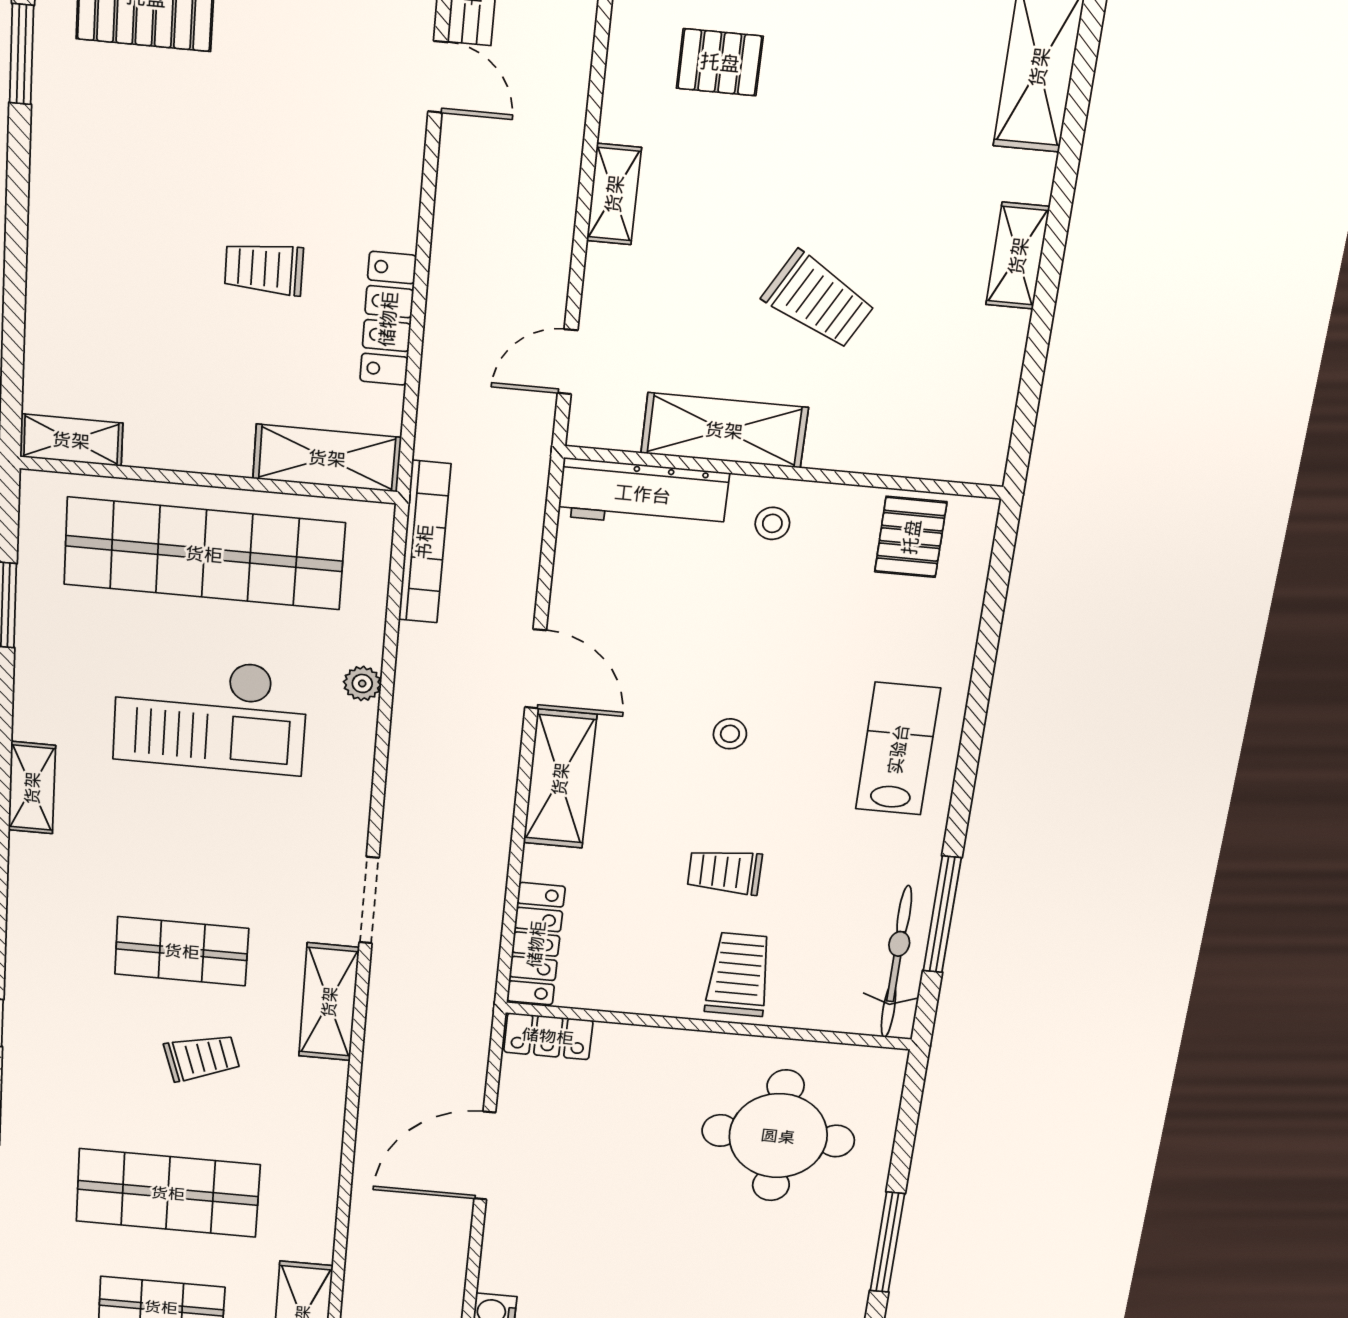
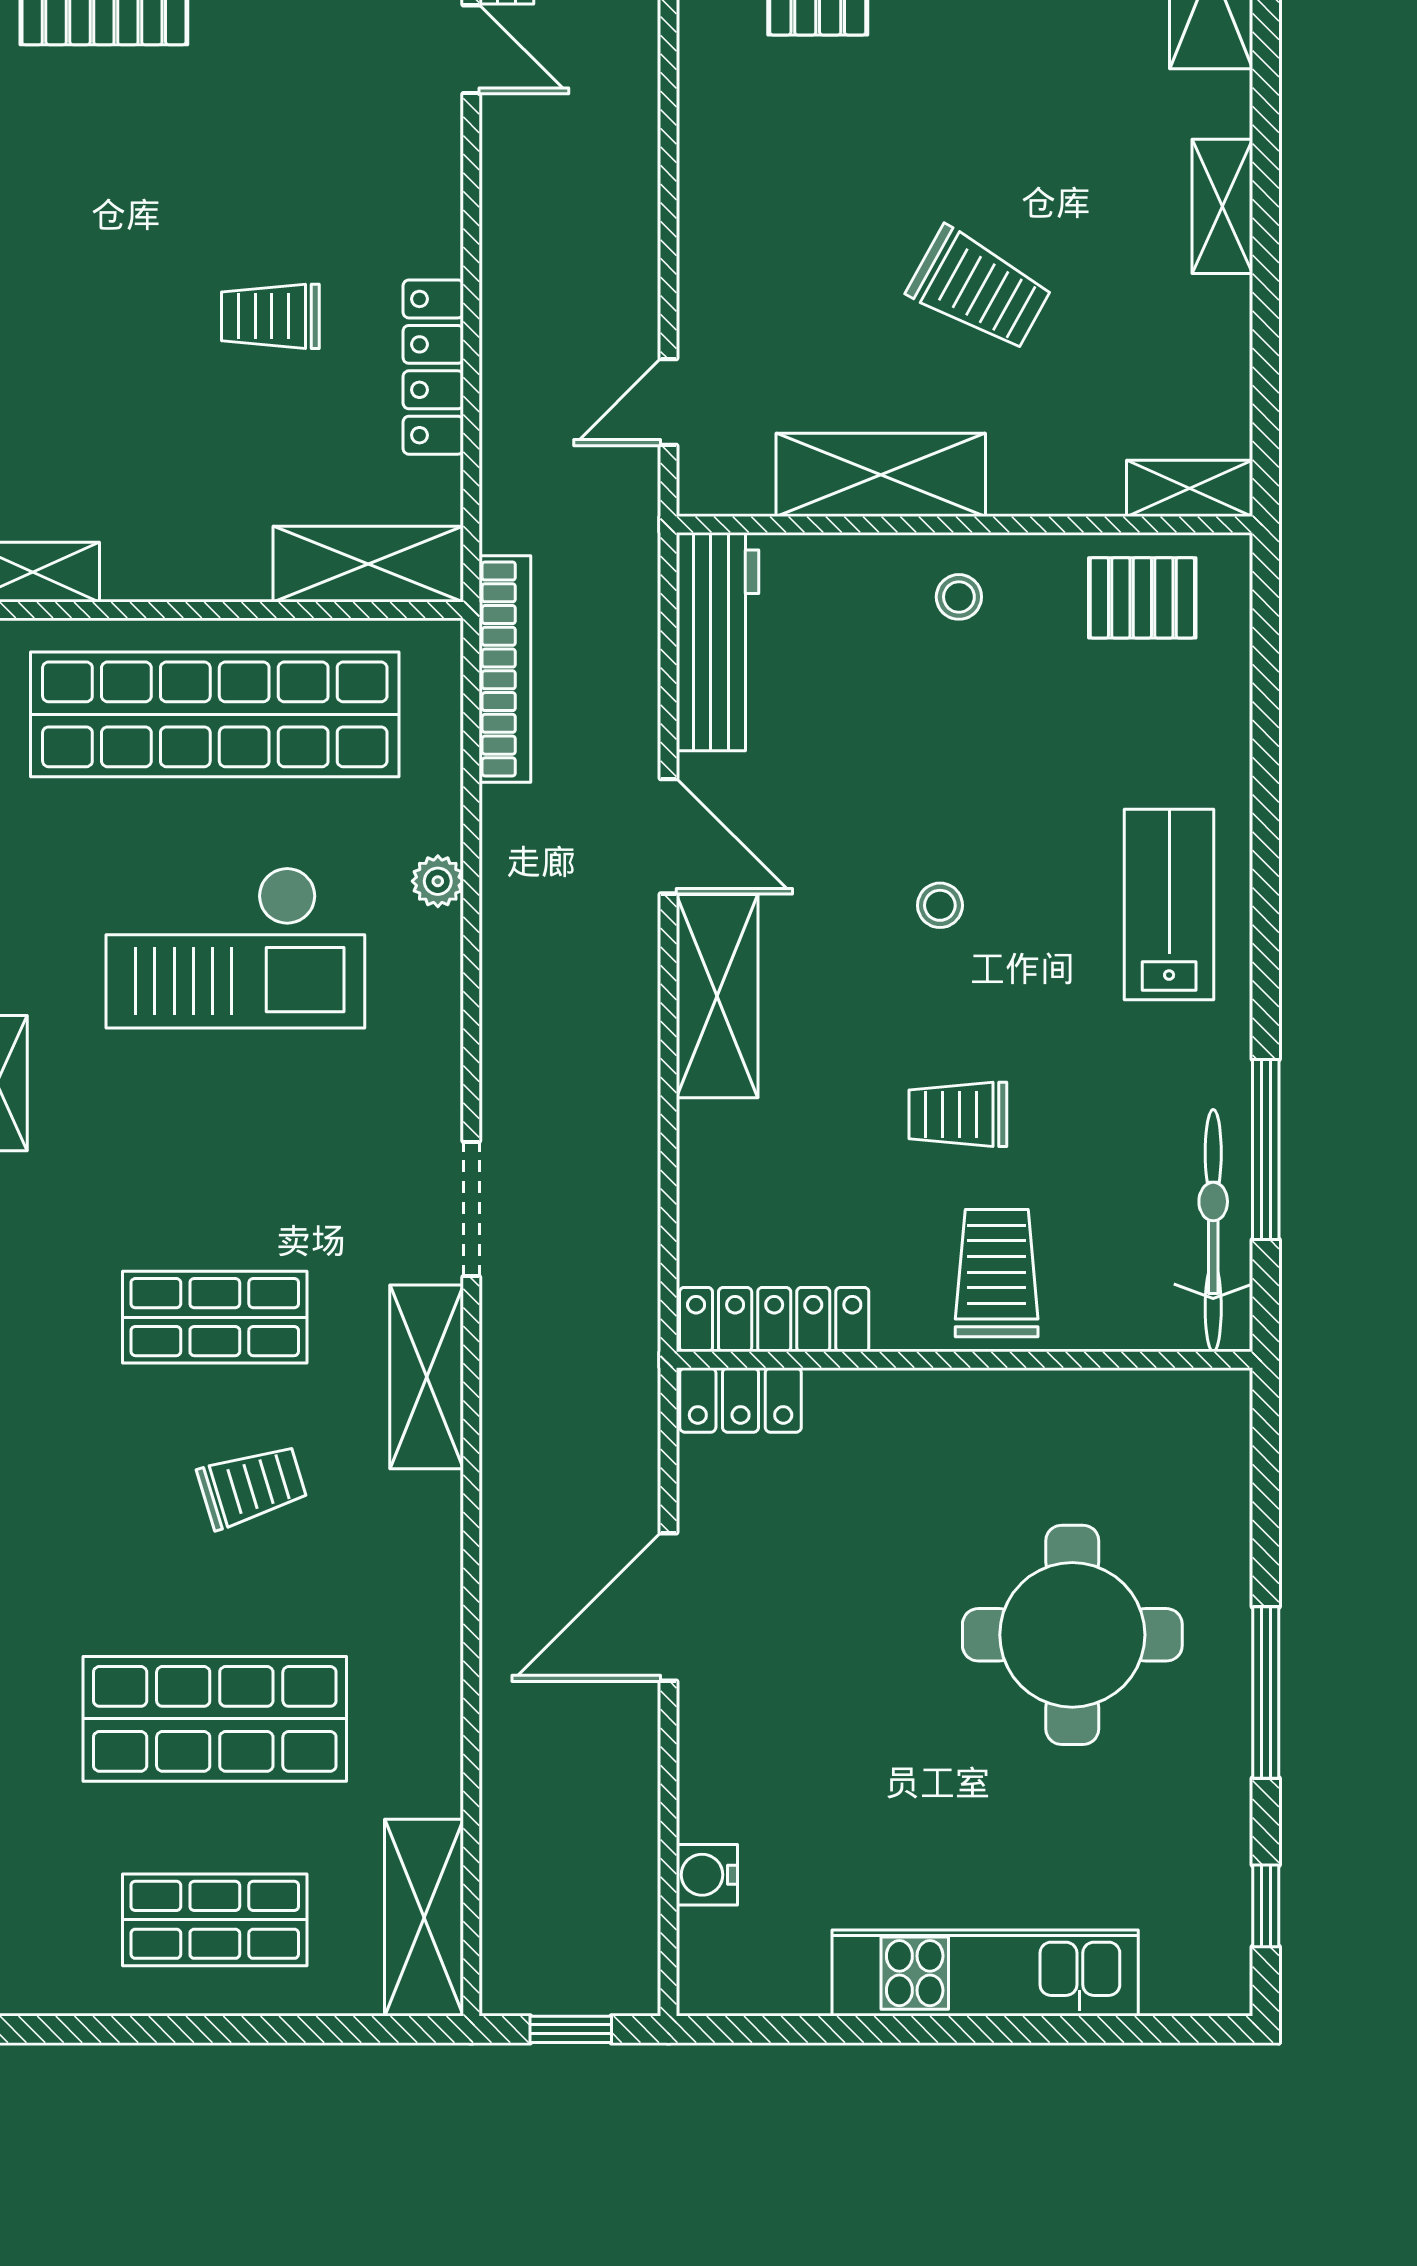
shelving: (614, 194) -> (1190, 488), moved, turned 90
workbench: (643, 494) -> (718, 642), moved, turned -90
pallet: (911, 537) -> (1142, 598), turned 90
locker: (536, 944) -> (774, 1320), moved, turned -90
round table: (778, 1136) -> (1072, 1635), moved

